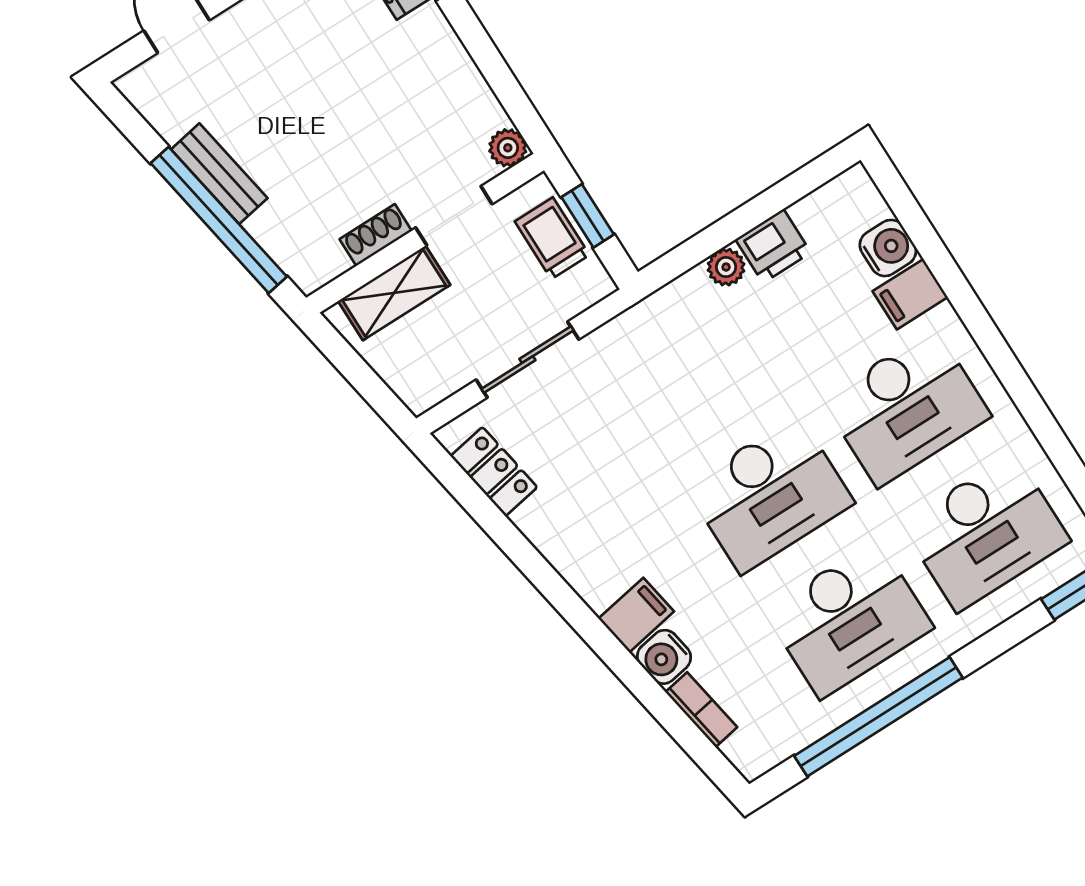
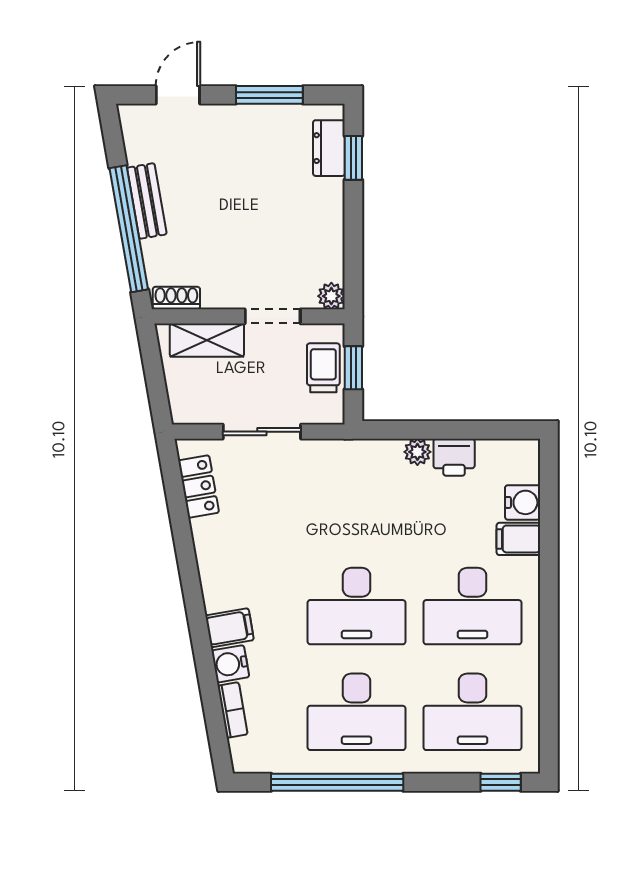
shoe rack: (376, 235) -> (176, 298), moved

